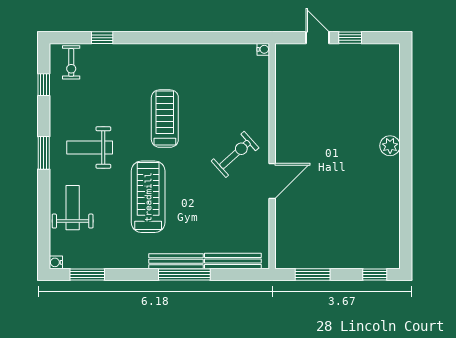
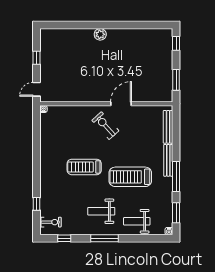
door: (318, 38) -> (37, 89), moved
weight bench: (90, 147) -> (101, 211), turned 90
window: (44, 153) -> (104, 238), width x1.44
door: (272, 181) -> (121, 104), hinge flipped
window: (184, 275) -> (176, 176), moved

